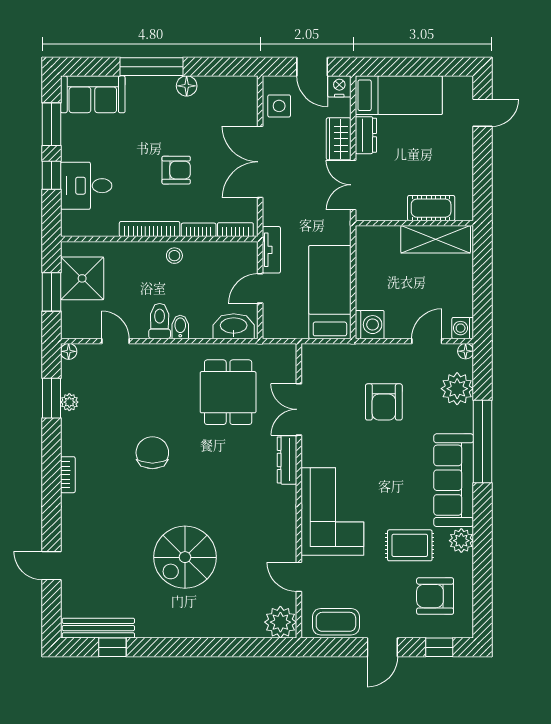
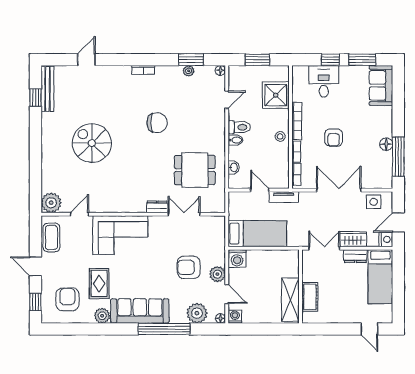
window: (151, 67) -> (398, 157), moved
shower: (82, 278) -> (276, 95), moved
washbasin: (234, 326) -> (234, 167), width x0.52, depth x0.69
plant: (395, 356) -> (217, 274), added
dresser: (287, 460) -> (157, 207), width x0.70

